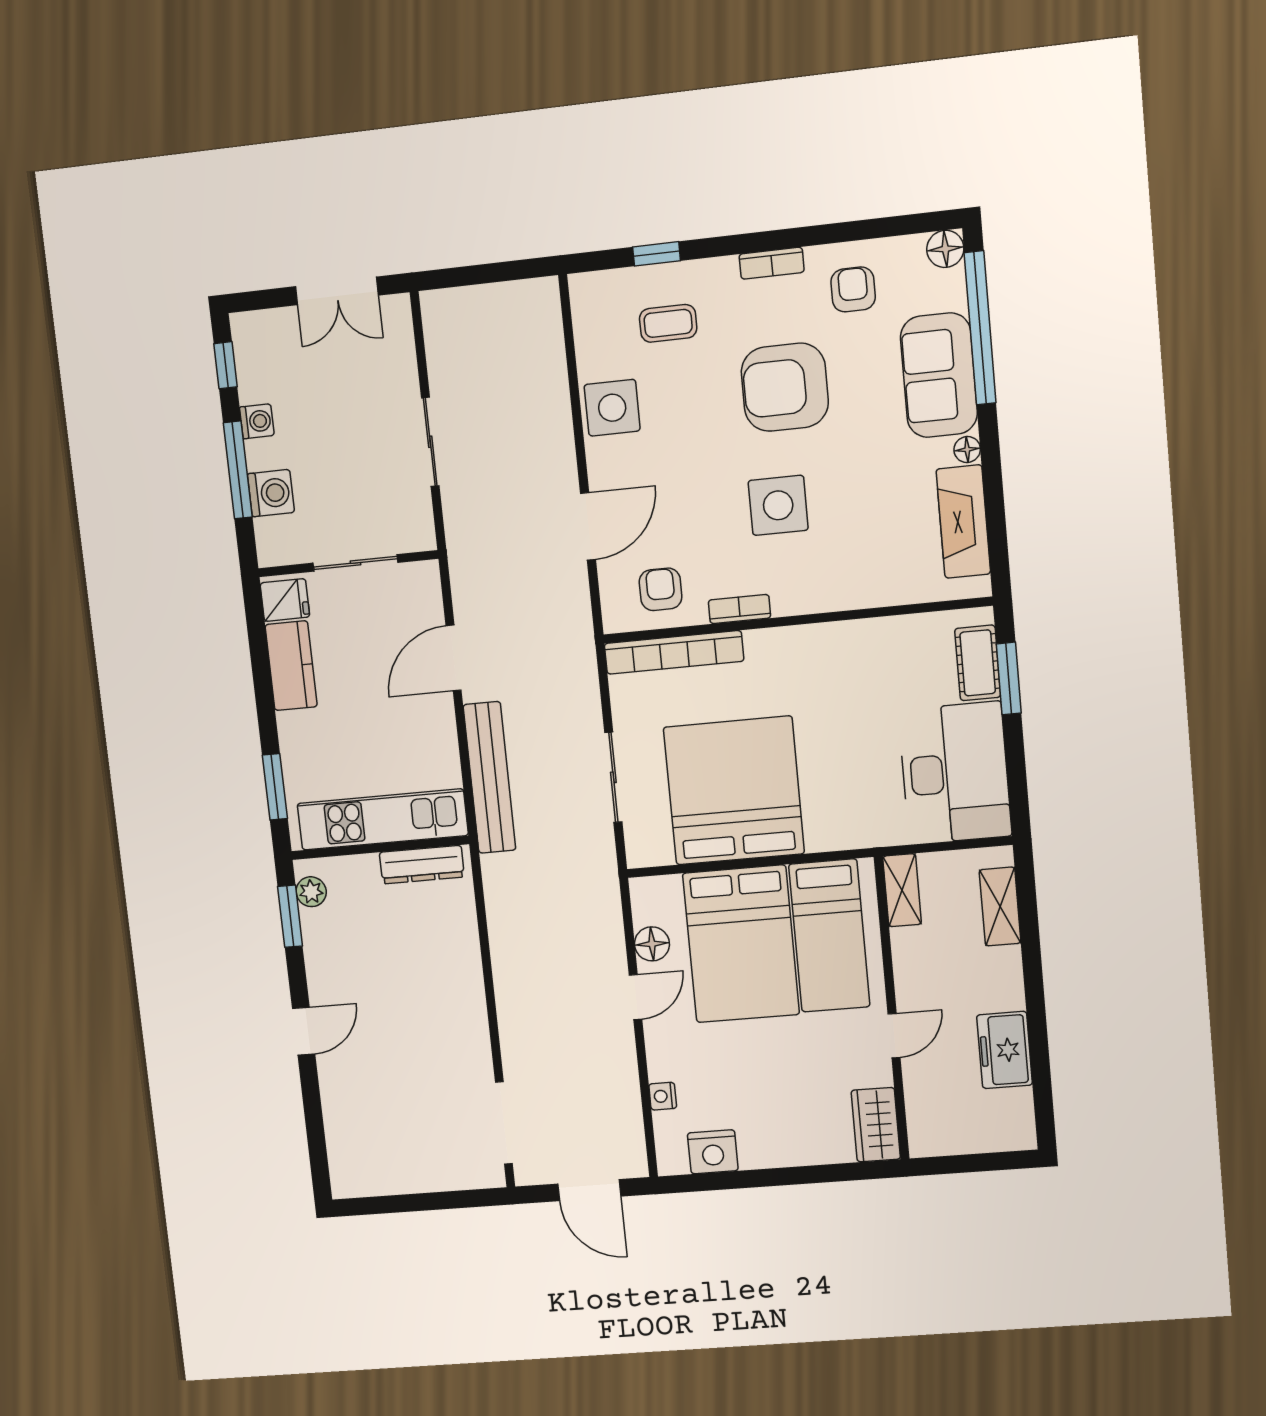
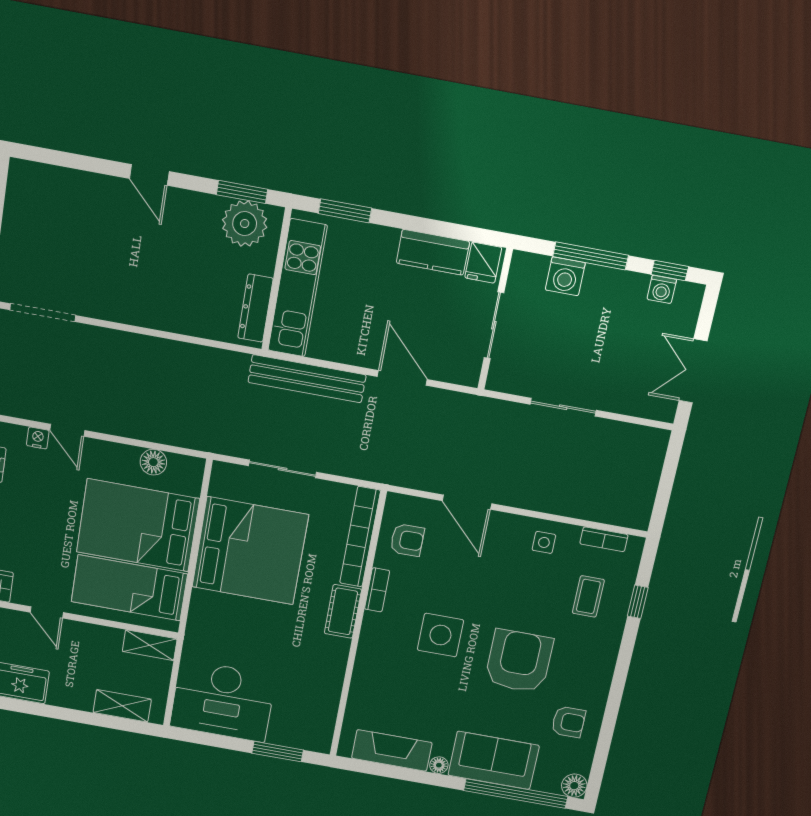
bookcase: (772, 263) -> (604, 539), moved, turned -90
side table: (612, 408) -> (544, 542), width x0.54, depth x0.54
washing machine: (257, 421) -> (662, 289), moved
cot: (978, 663) -> (343, 611), moved, turned 90
plant: (311, 892) -> (245, 224), width x1.87, depth x1.87
door: (636, 997) -> (67, 430), moved

